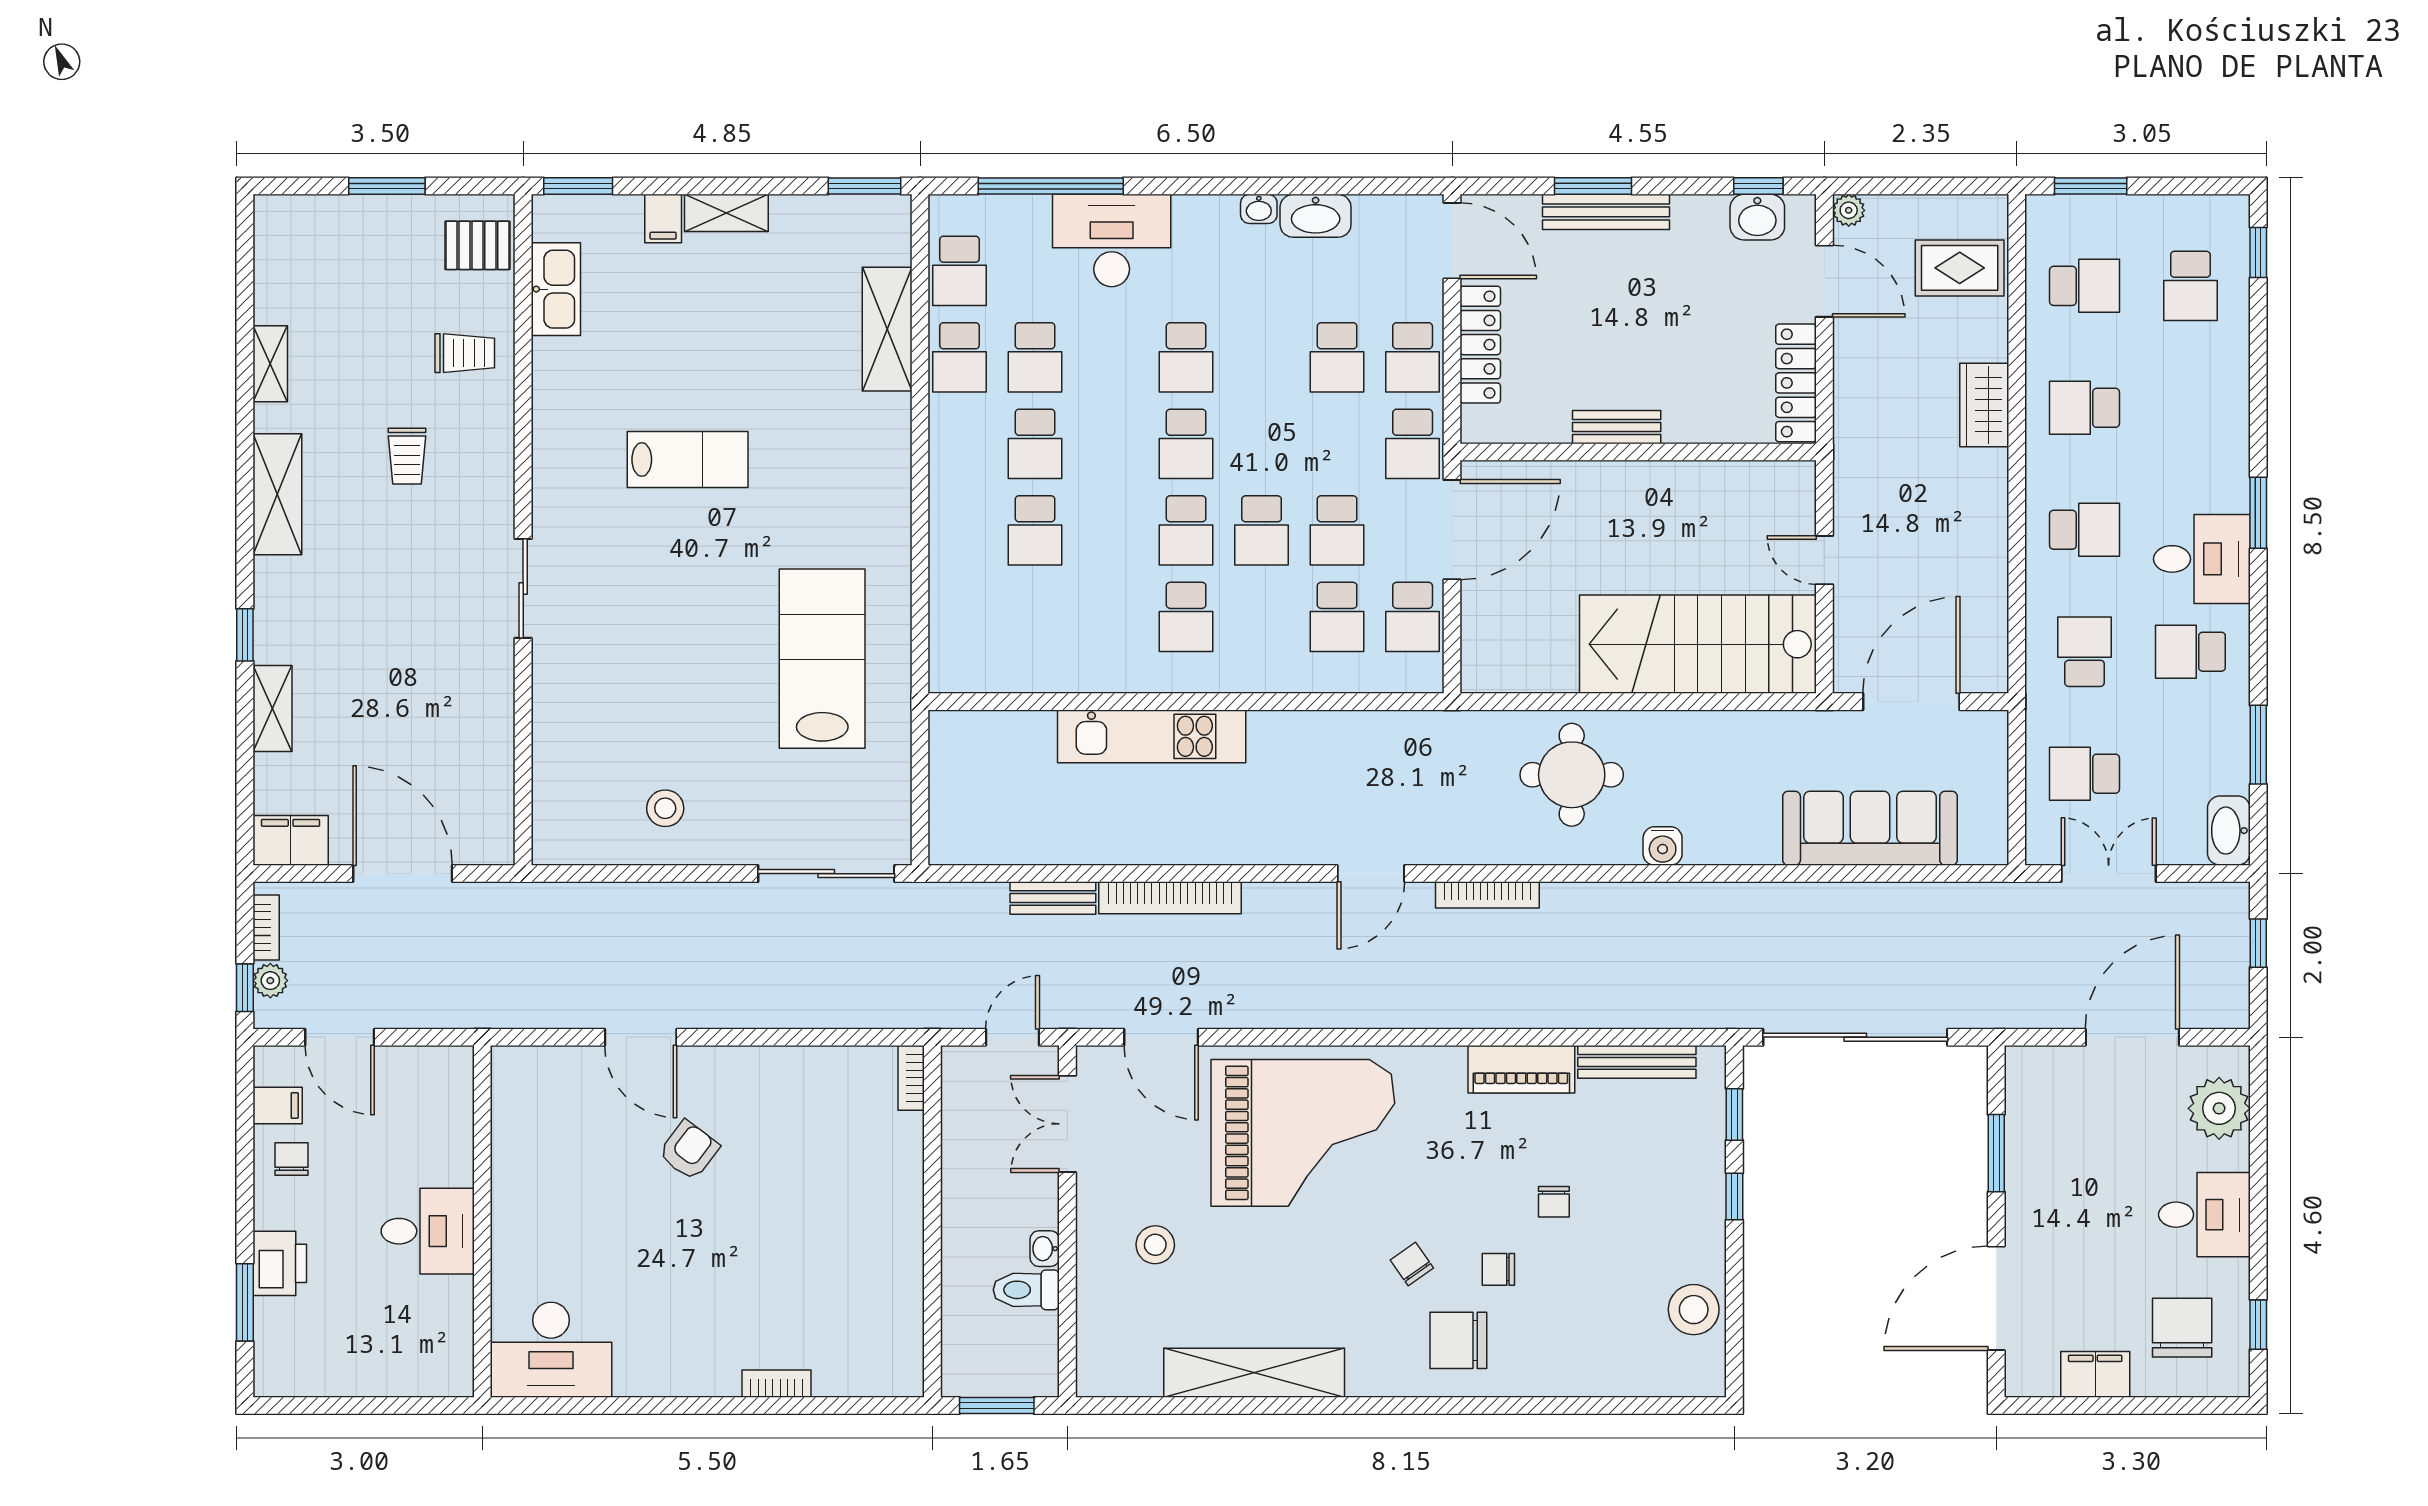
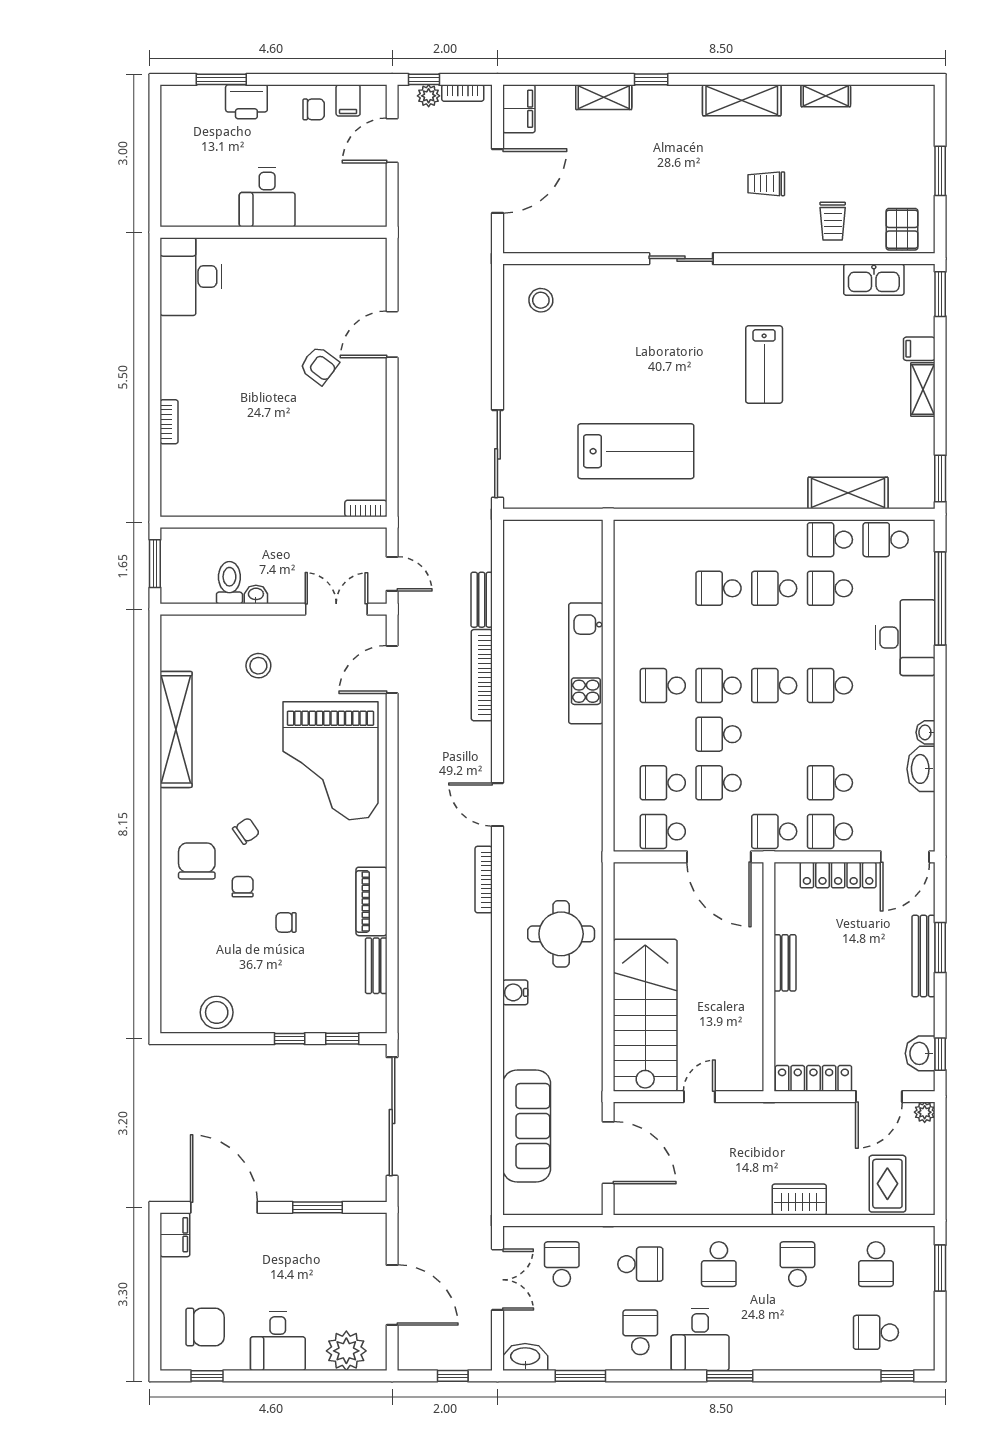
stool: (665, 808) -> (541, 300), moved
bench: (1637, 1062) -> (376, 966), width x0.73
filing cabinet: (2095, 1374) -> (175, 1235), moved

